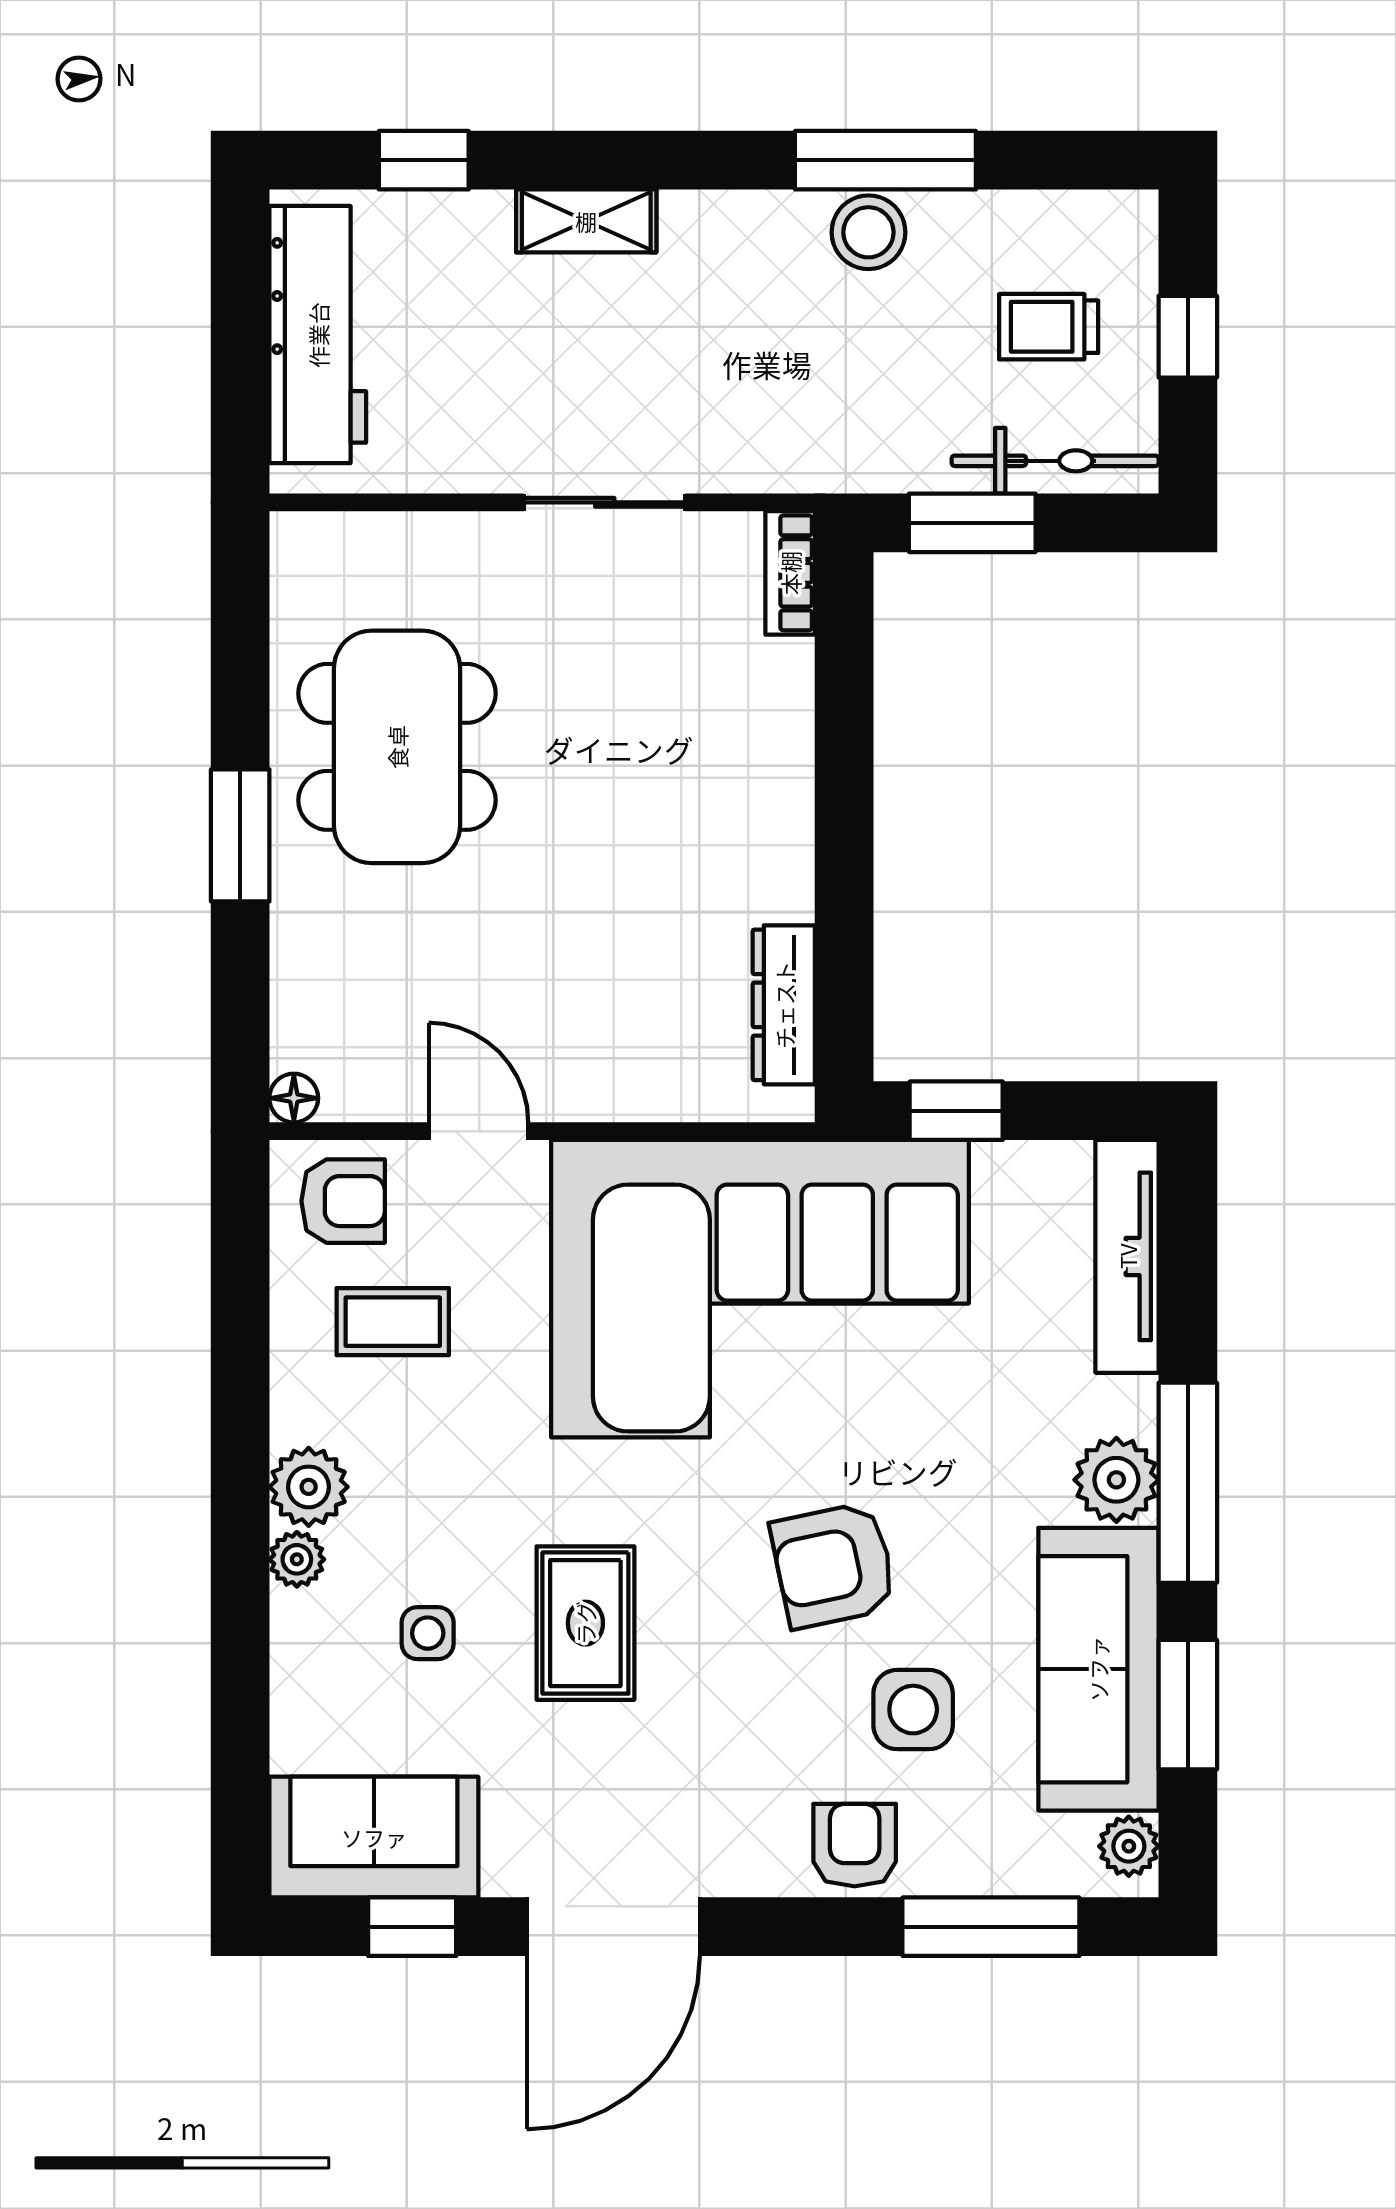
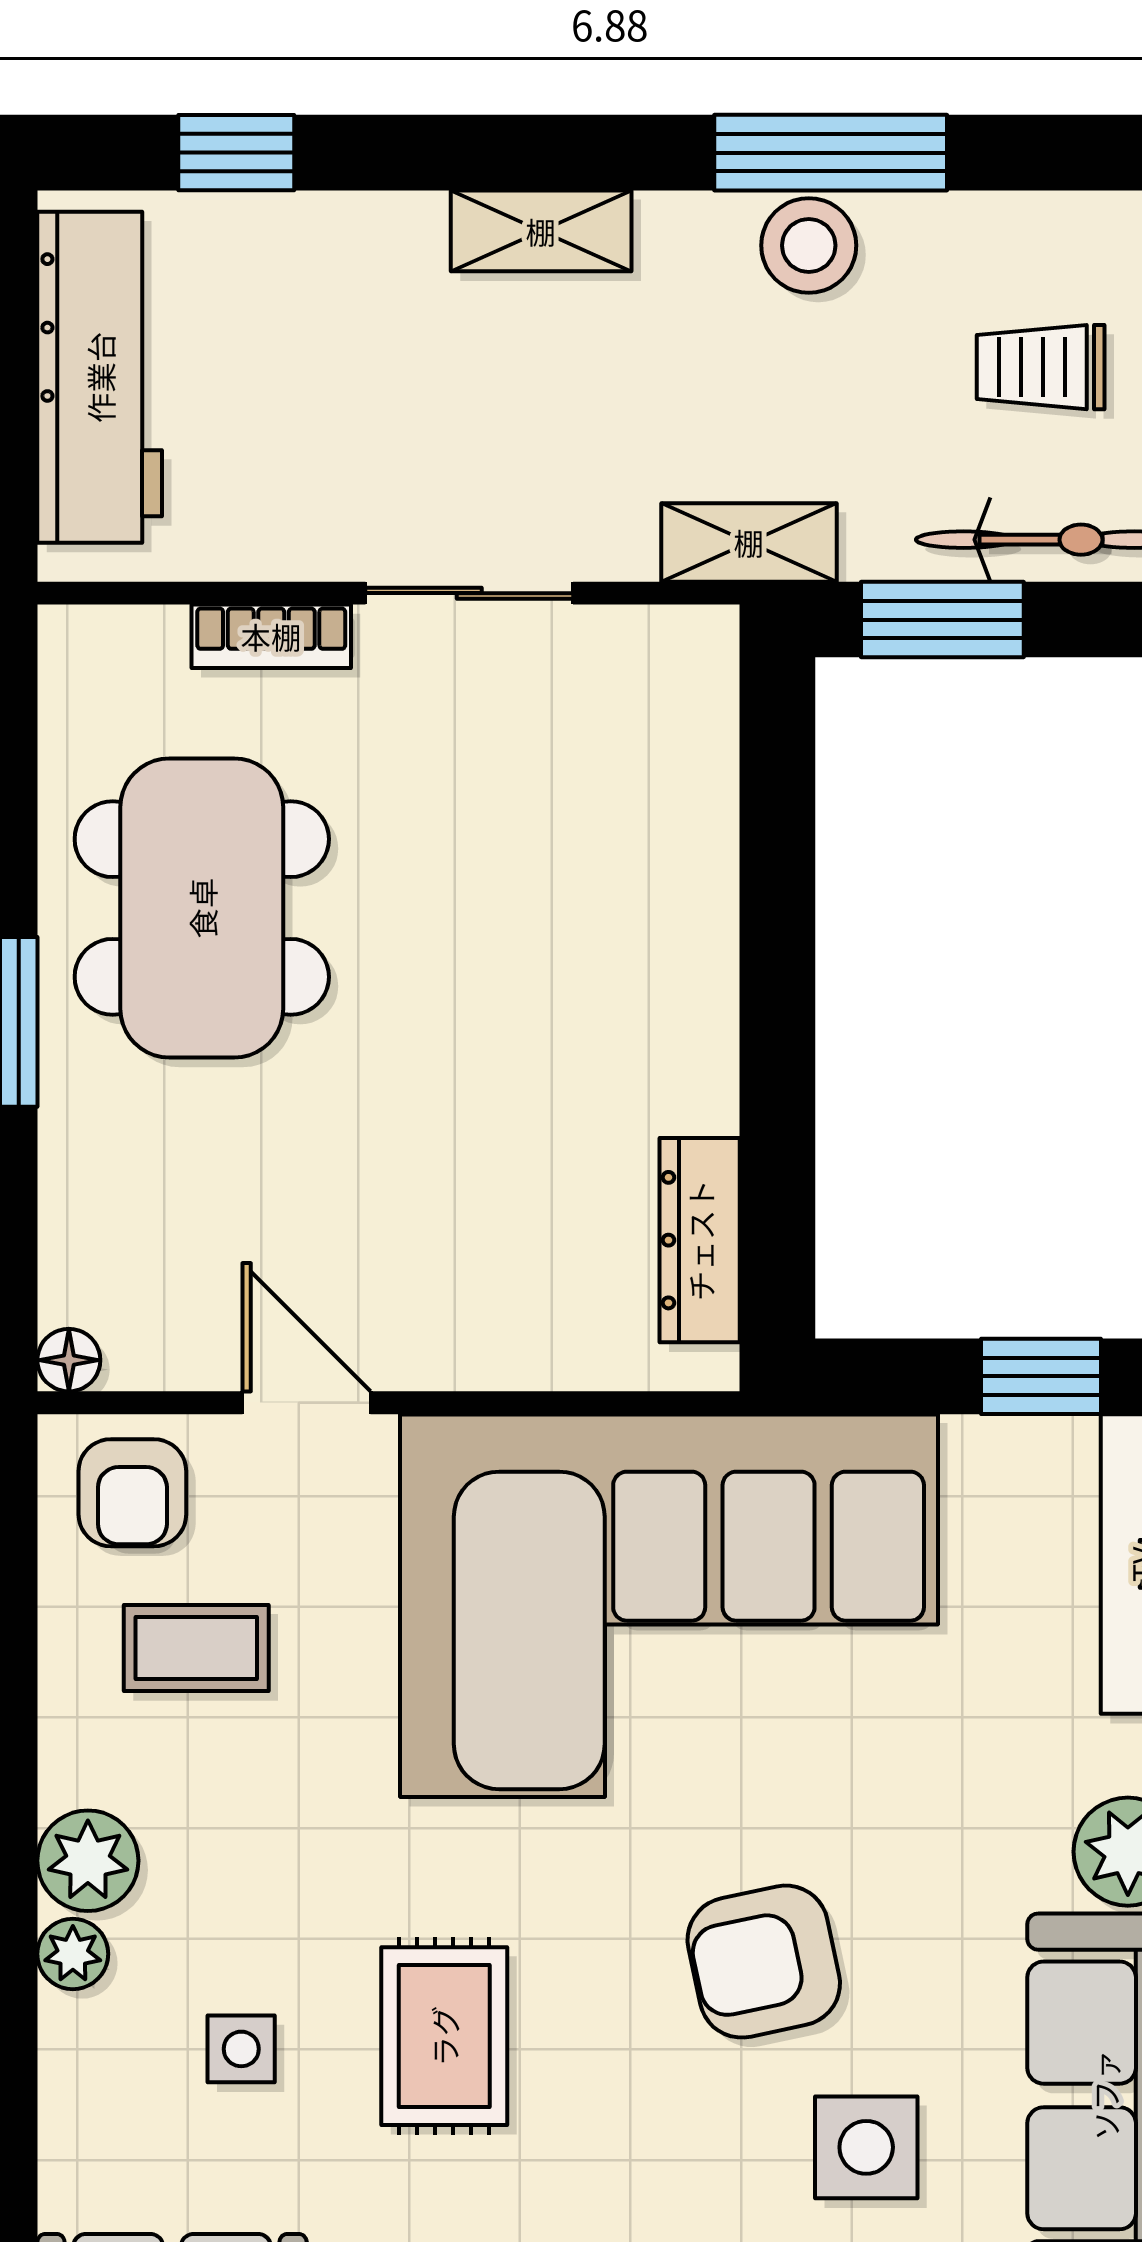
shelving: (586, 221) -> (541, 231), moved
shelving: (822, 463) -> (749, 542), added
bookcase: (790, 573) -> (271, 636), moved, turned -90
window: (956, 1111) -> (1041, 1376), moved
armchair: (343, 1201) -> (132, 1493), turned 90

